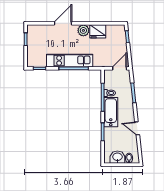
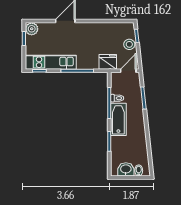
plant: (83, 30) -> (32, 29), moved
fridge: (98, 31) -> (108, 62), moved, turned 180
stool: (121, 44) -> (129, 44), added
kitchen unit: (70, 61) -> (51, 62), moved
door: (137, 128) -> (148, 137), removed

